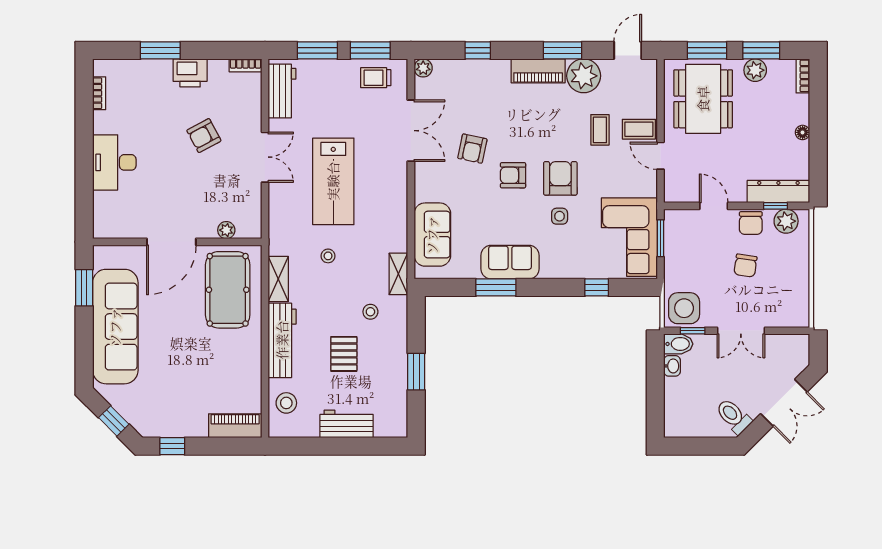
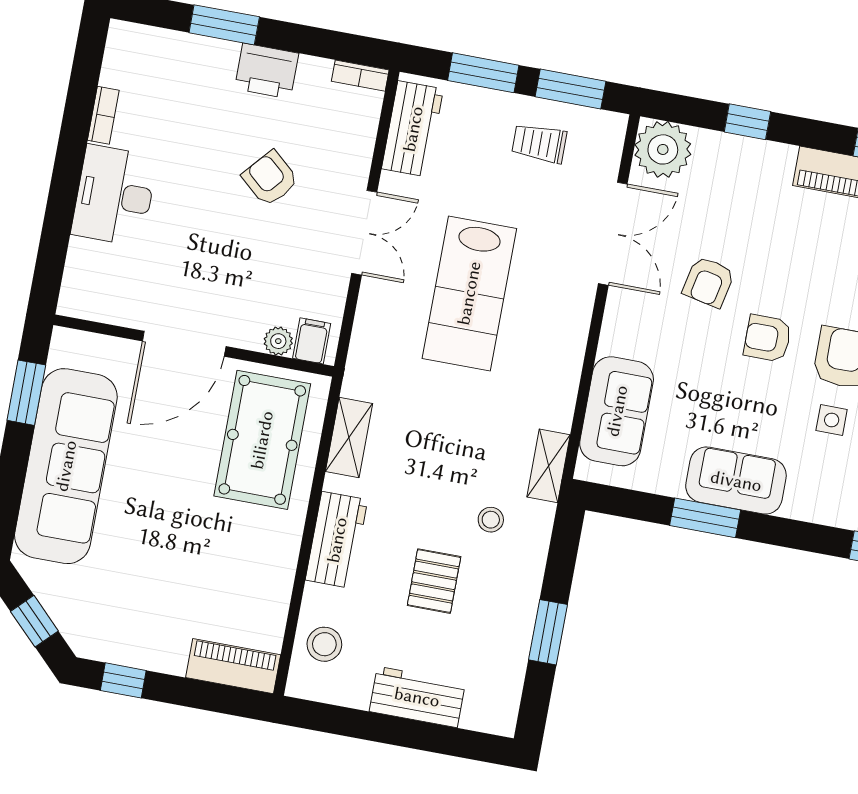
plant: (423, 68) -> (663, 149), width x1.88, depth x1.88
trolley: (376, 78) -> (539, 143), moved
bookcase: (99, 93) -> (103, 115), moved
armchair: (204, 136) -> (270, 178), turned 69
filing cabinet: (246, 226) -> (312, 341), added
stool: (328, 256) -> (438, 415), removed
workbench: (282, 340) -> (337, 540), width x0.73

